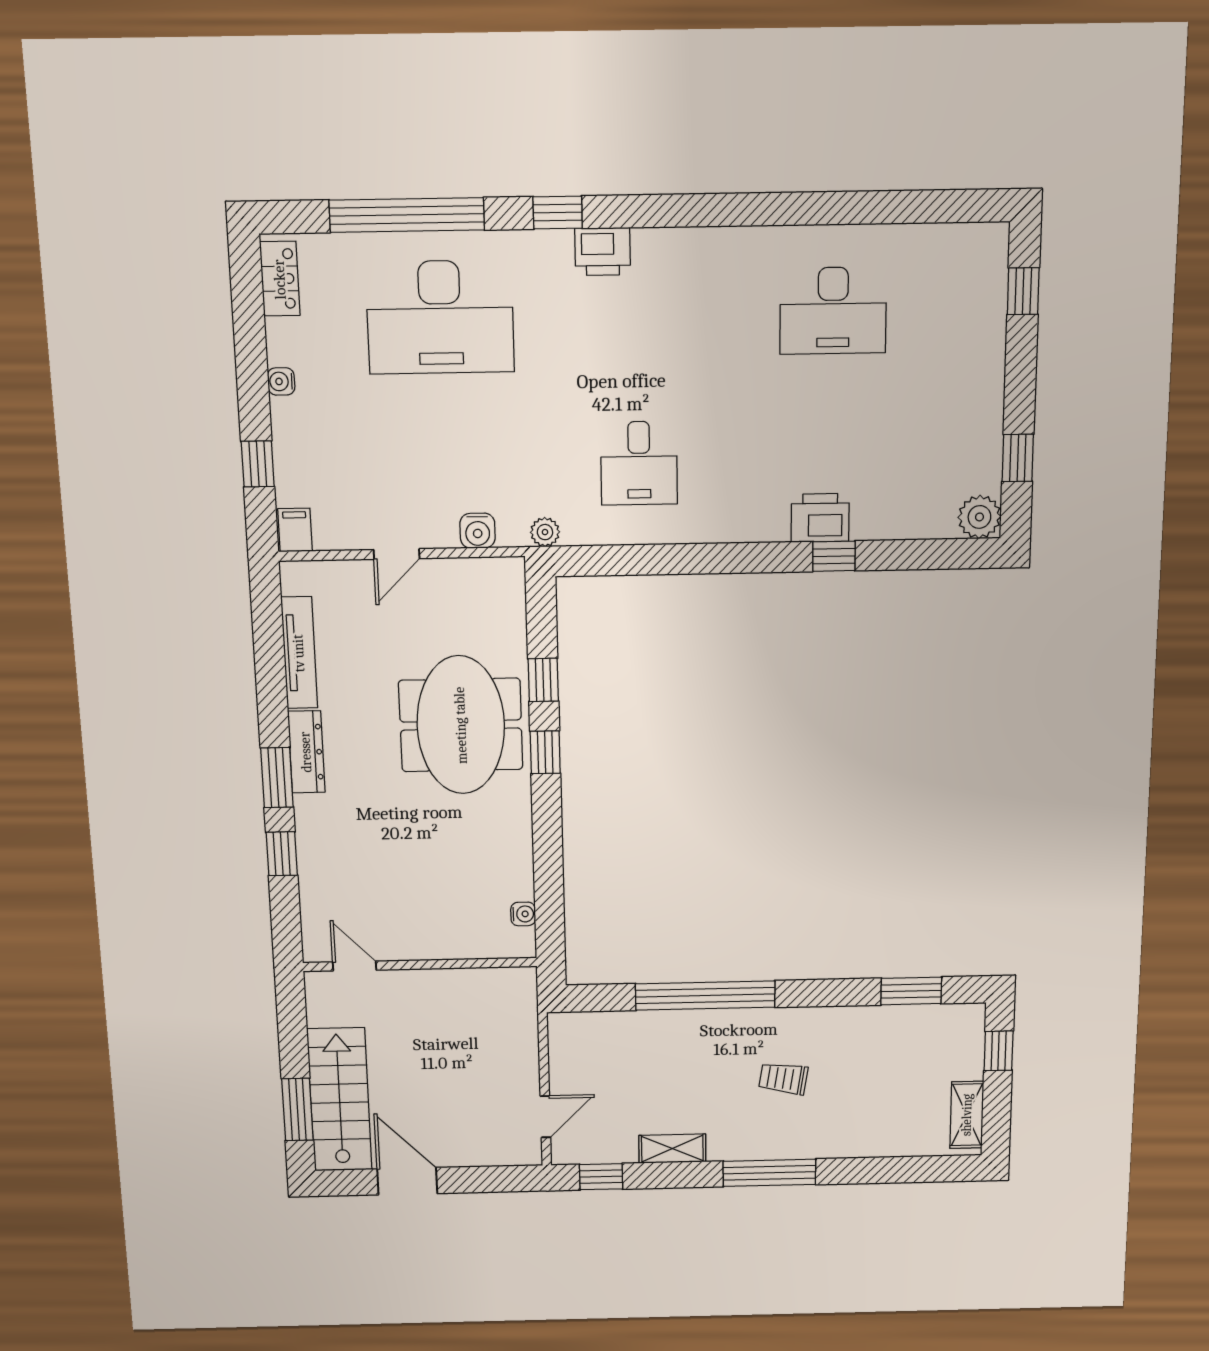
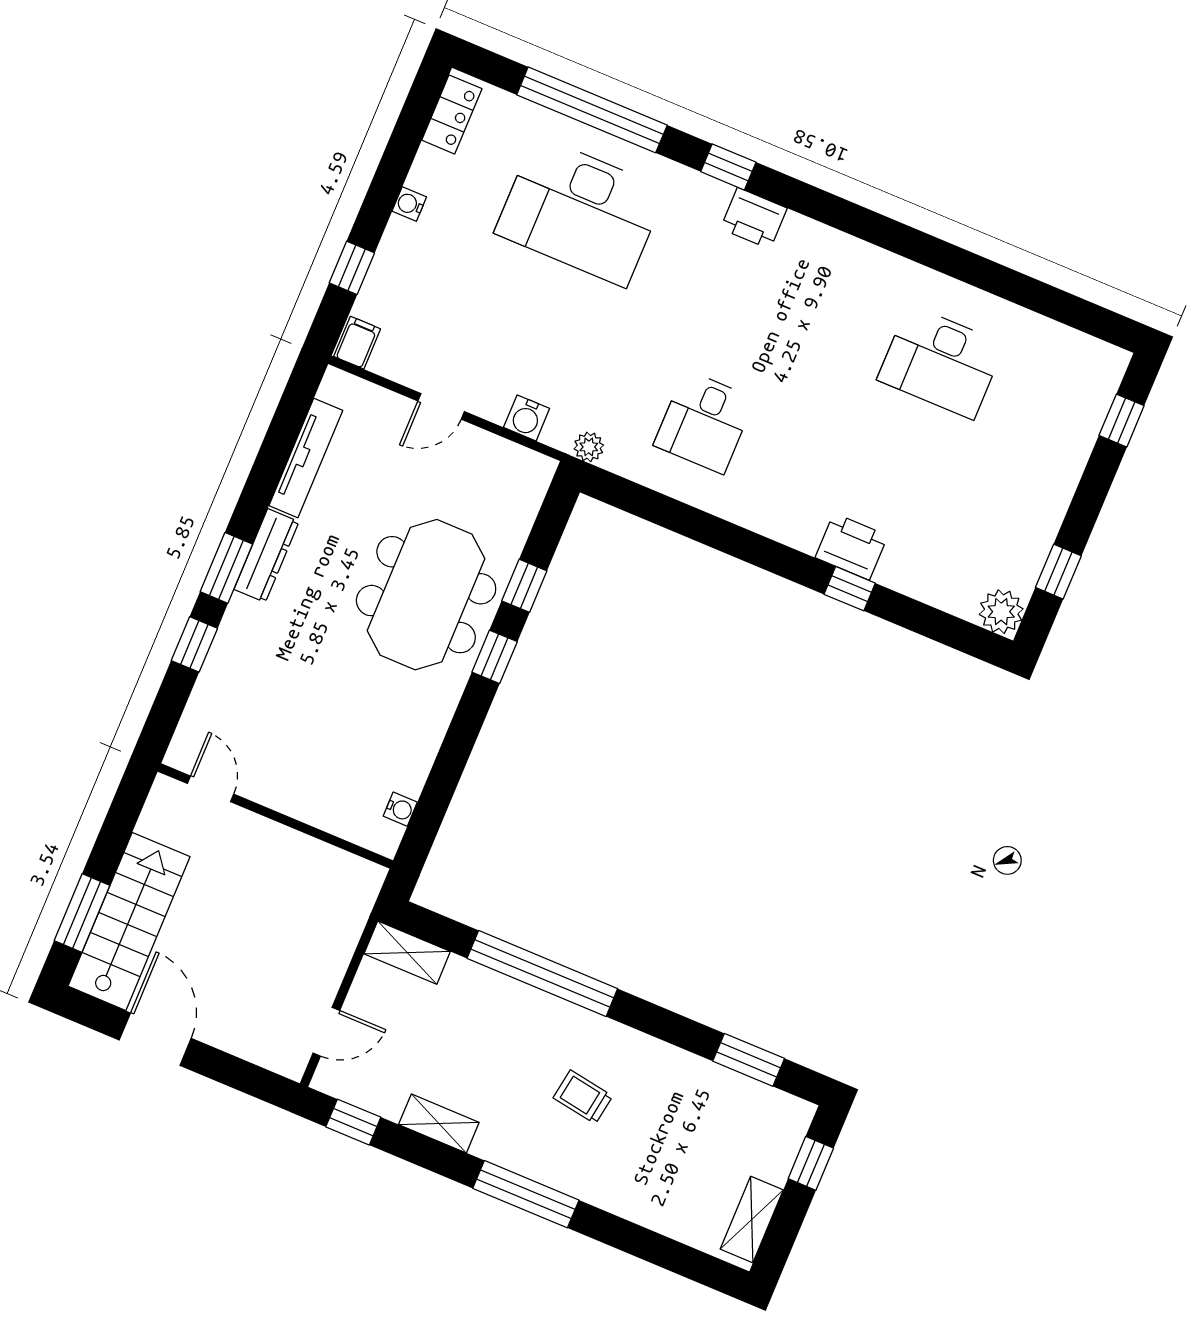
shelving: (583, 1027) -> (407, 953), added

